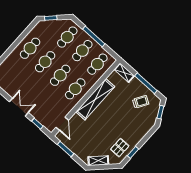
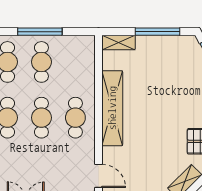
cafe table: (97, 64) -> (75, 62), removed
trolley: (141, 102) -> (172, 61), removed

